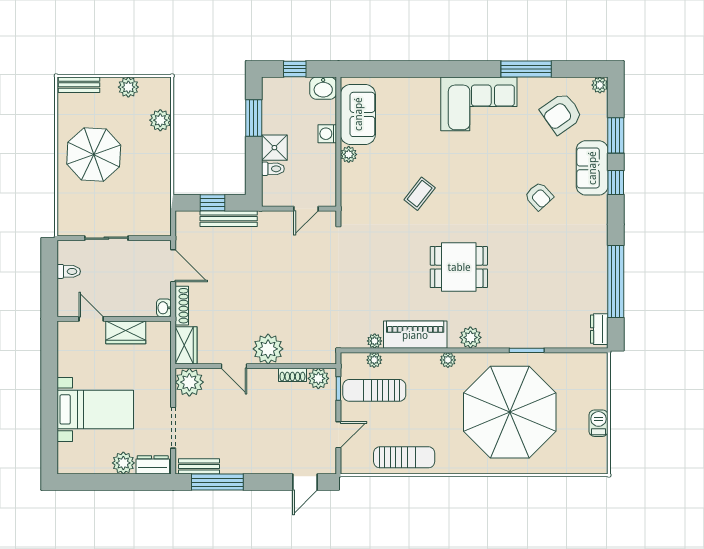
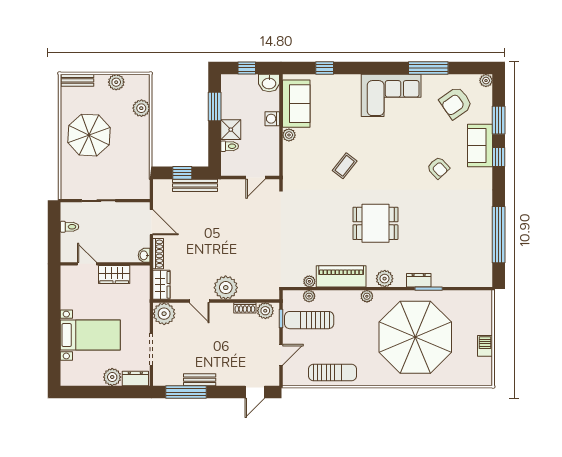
window: (394, 69) -> (325, 68), added
dresser: (599, 329) -> (419, 280), moved, turned 90
bench: (199, 466) -> (200, 380), moved

